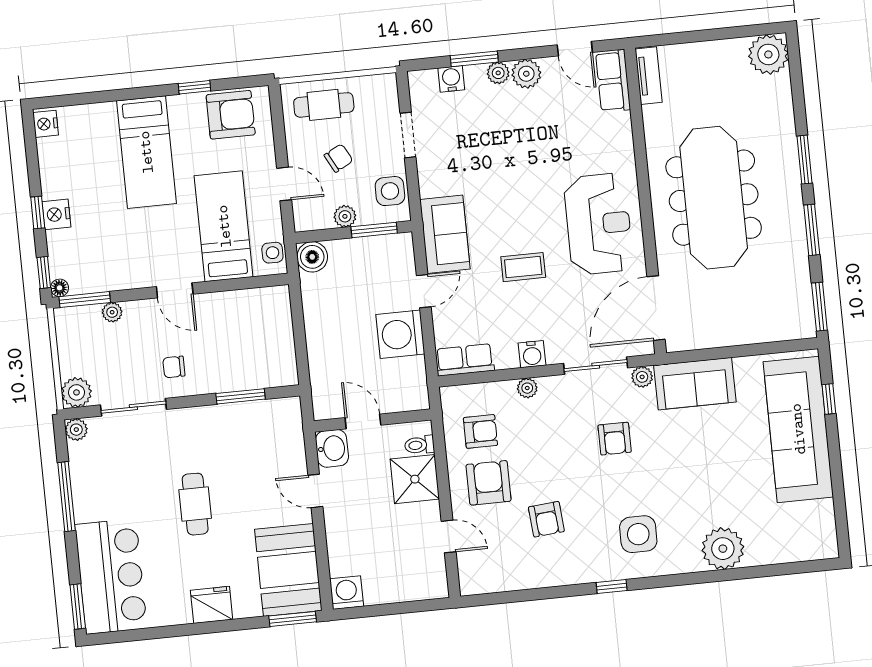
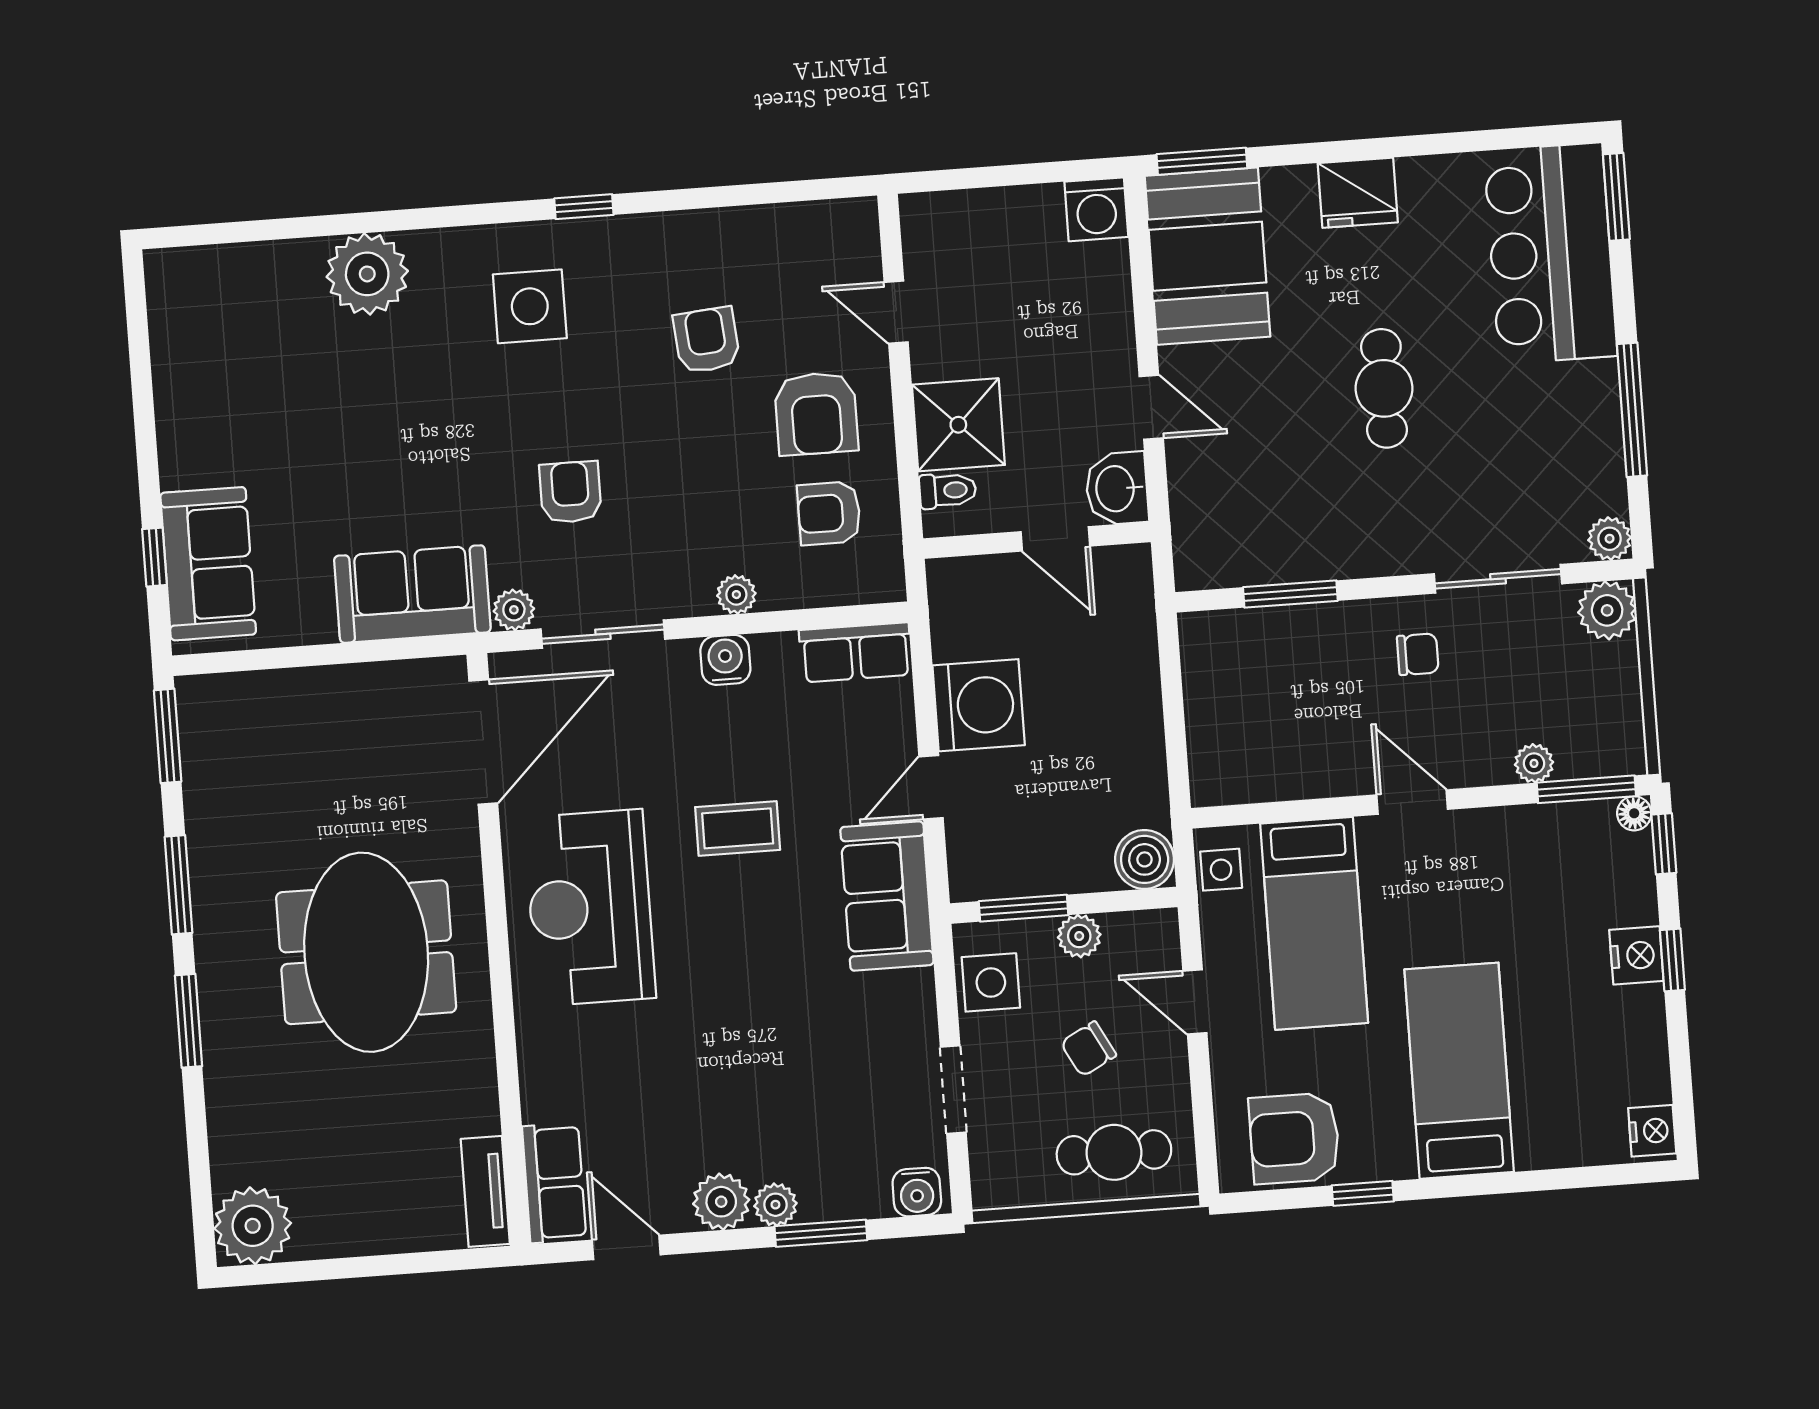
water cooler: (451, 79) -> (917, 1192), moved
meeting table: (714, 198) -> (366, 952), width x0.73
sofa: (798, 429) -> (208, 564), width x0.54, depth x0.79

